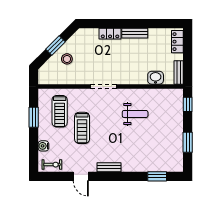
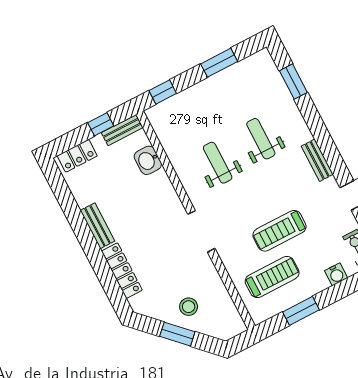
locker: (110, 34) -> (122, 271), width x1.53
window: (188, 63) -> (101, 124), added
treadmill: (82, 128) -> (279, 231), turned 180
weight bench: (136, 143) -> (261, 139), added

